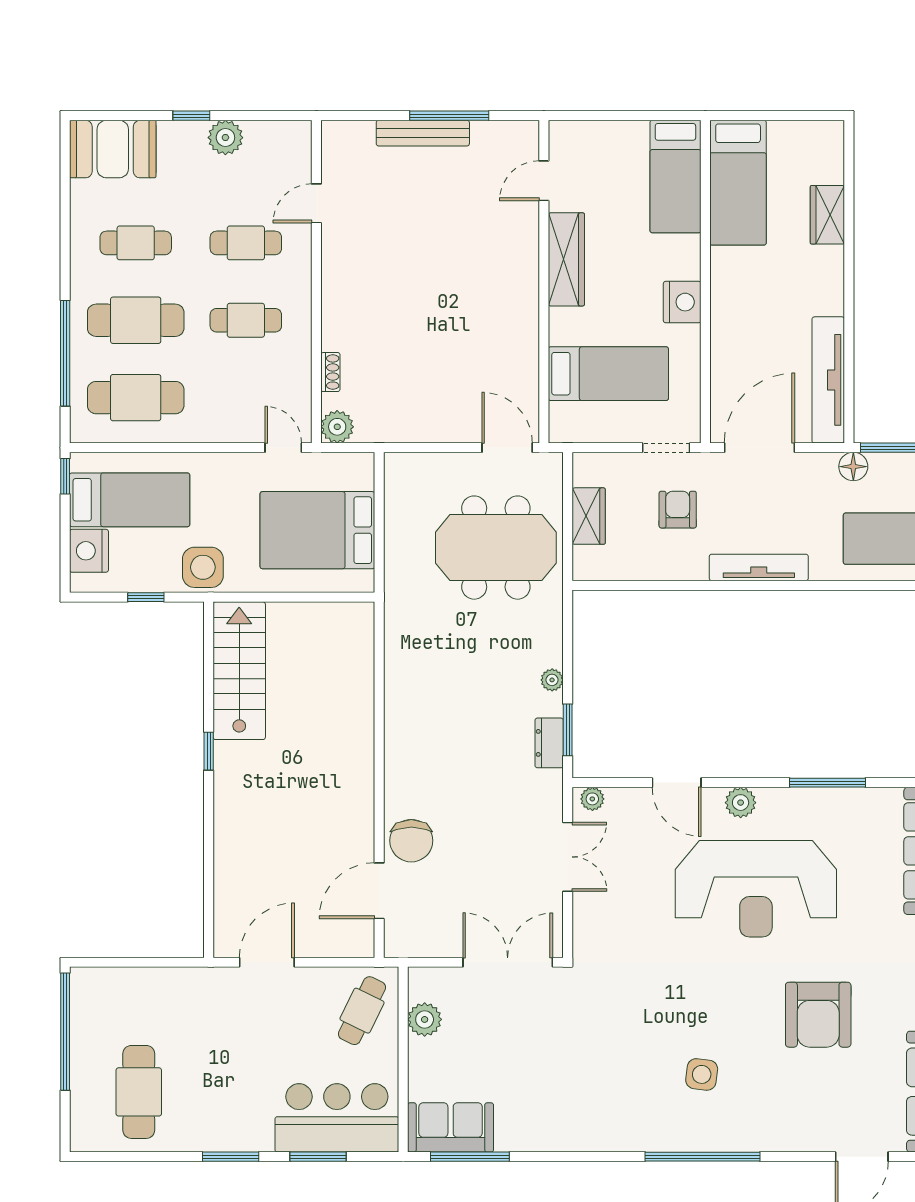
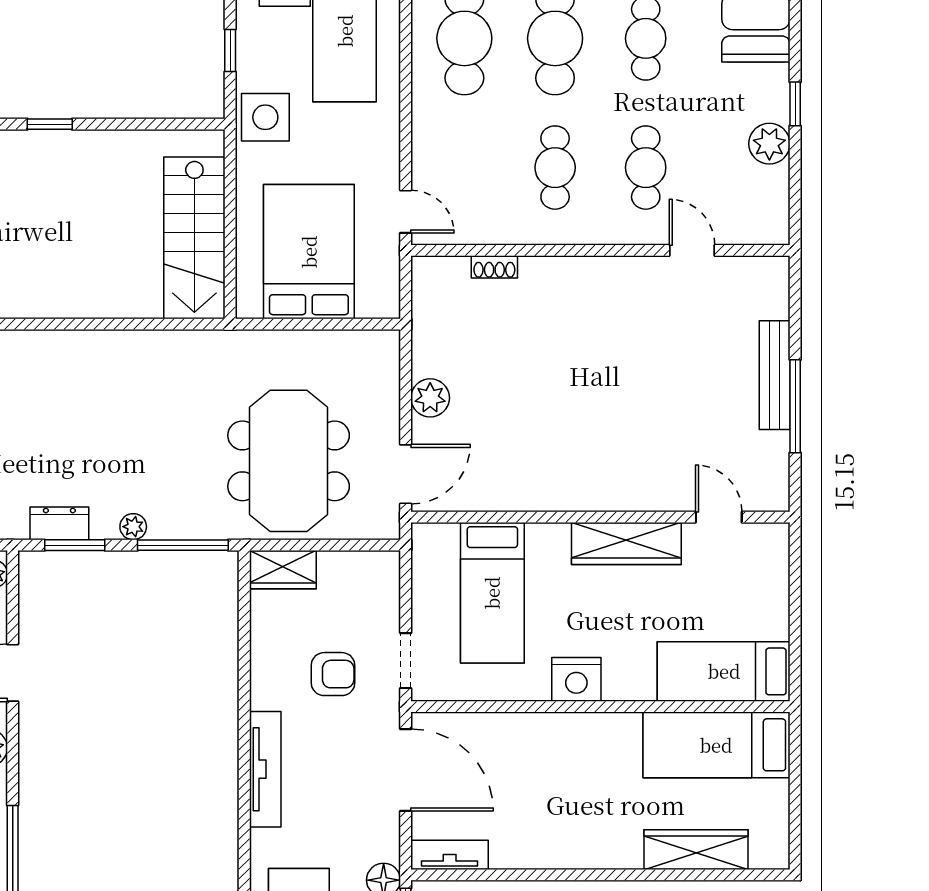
wardrobe: (827, 215) -> (696, 850), width x1.50
tv unit: (828, 380) -> (450, 855), width x0.52, depth x0.78
plant: (337, 427) -> (430, 398), moved
door: (283, 448) -> (406, 212), hinge flipped
wardrobe: (589, 516) -> (283, 570), moved
window: (568, 638) -> (183, 545), added
stairs: (239, 671) -> (194, 238), moved, turned 90

